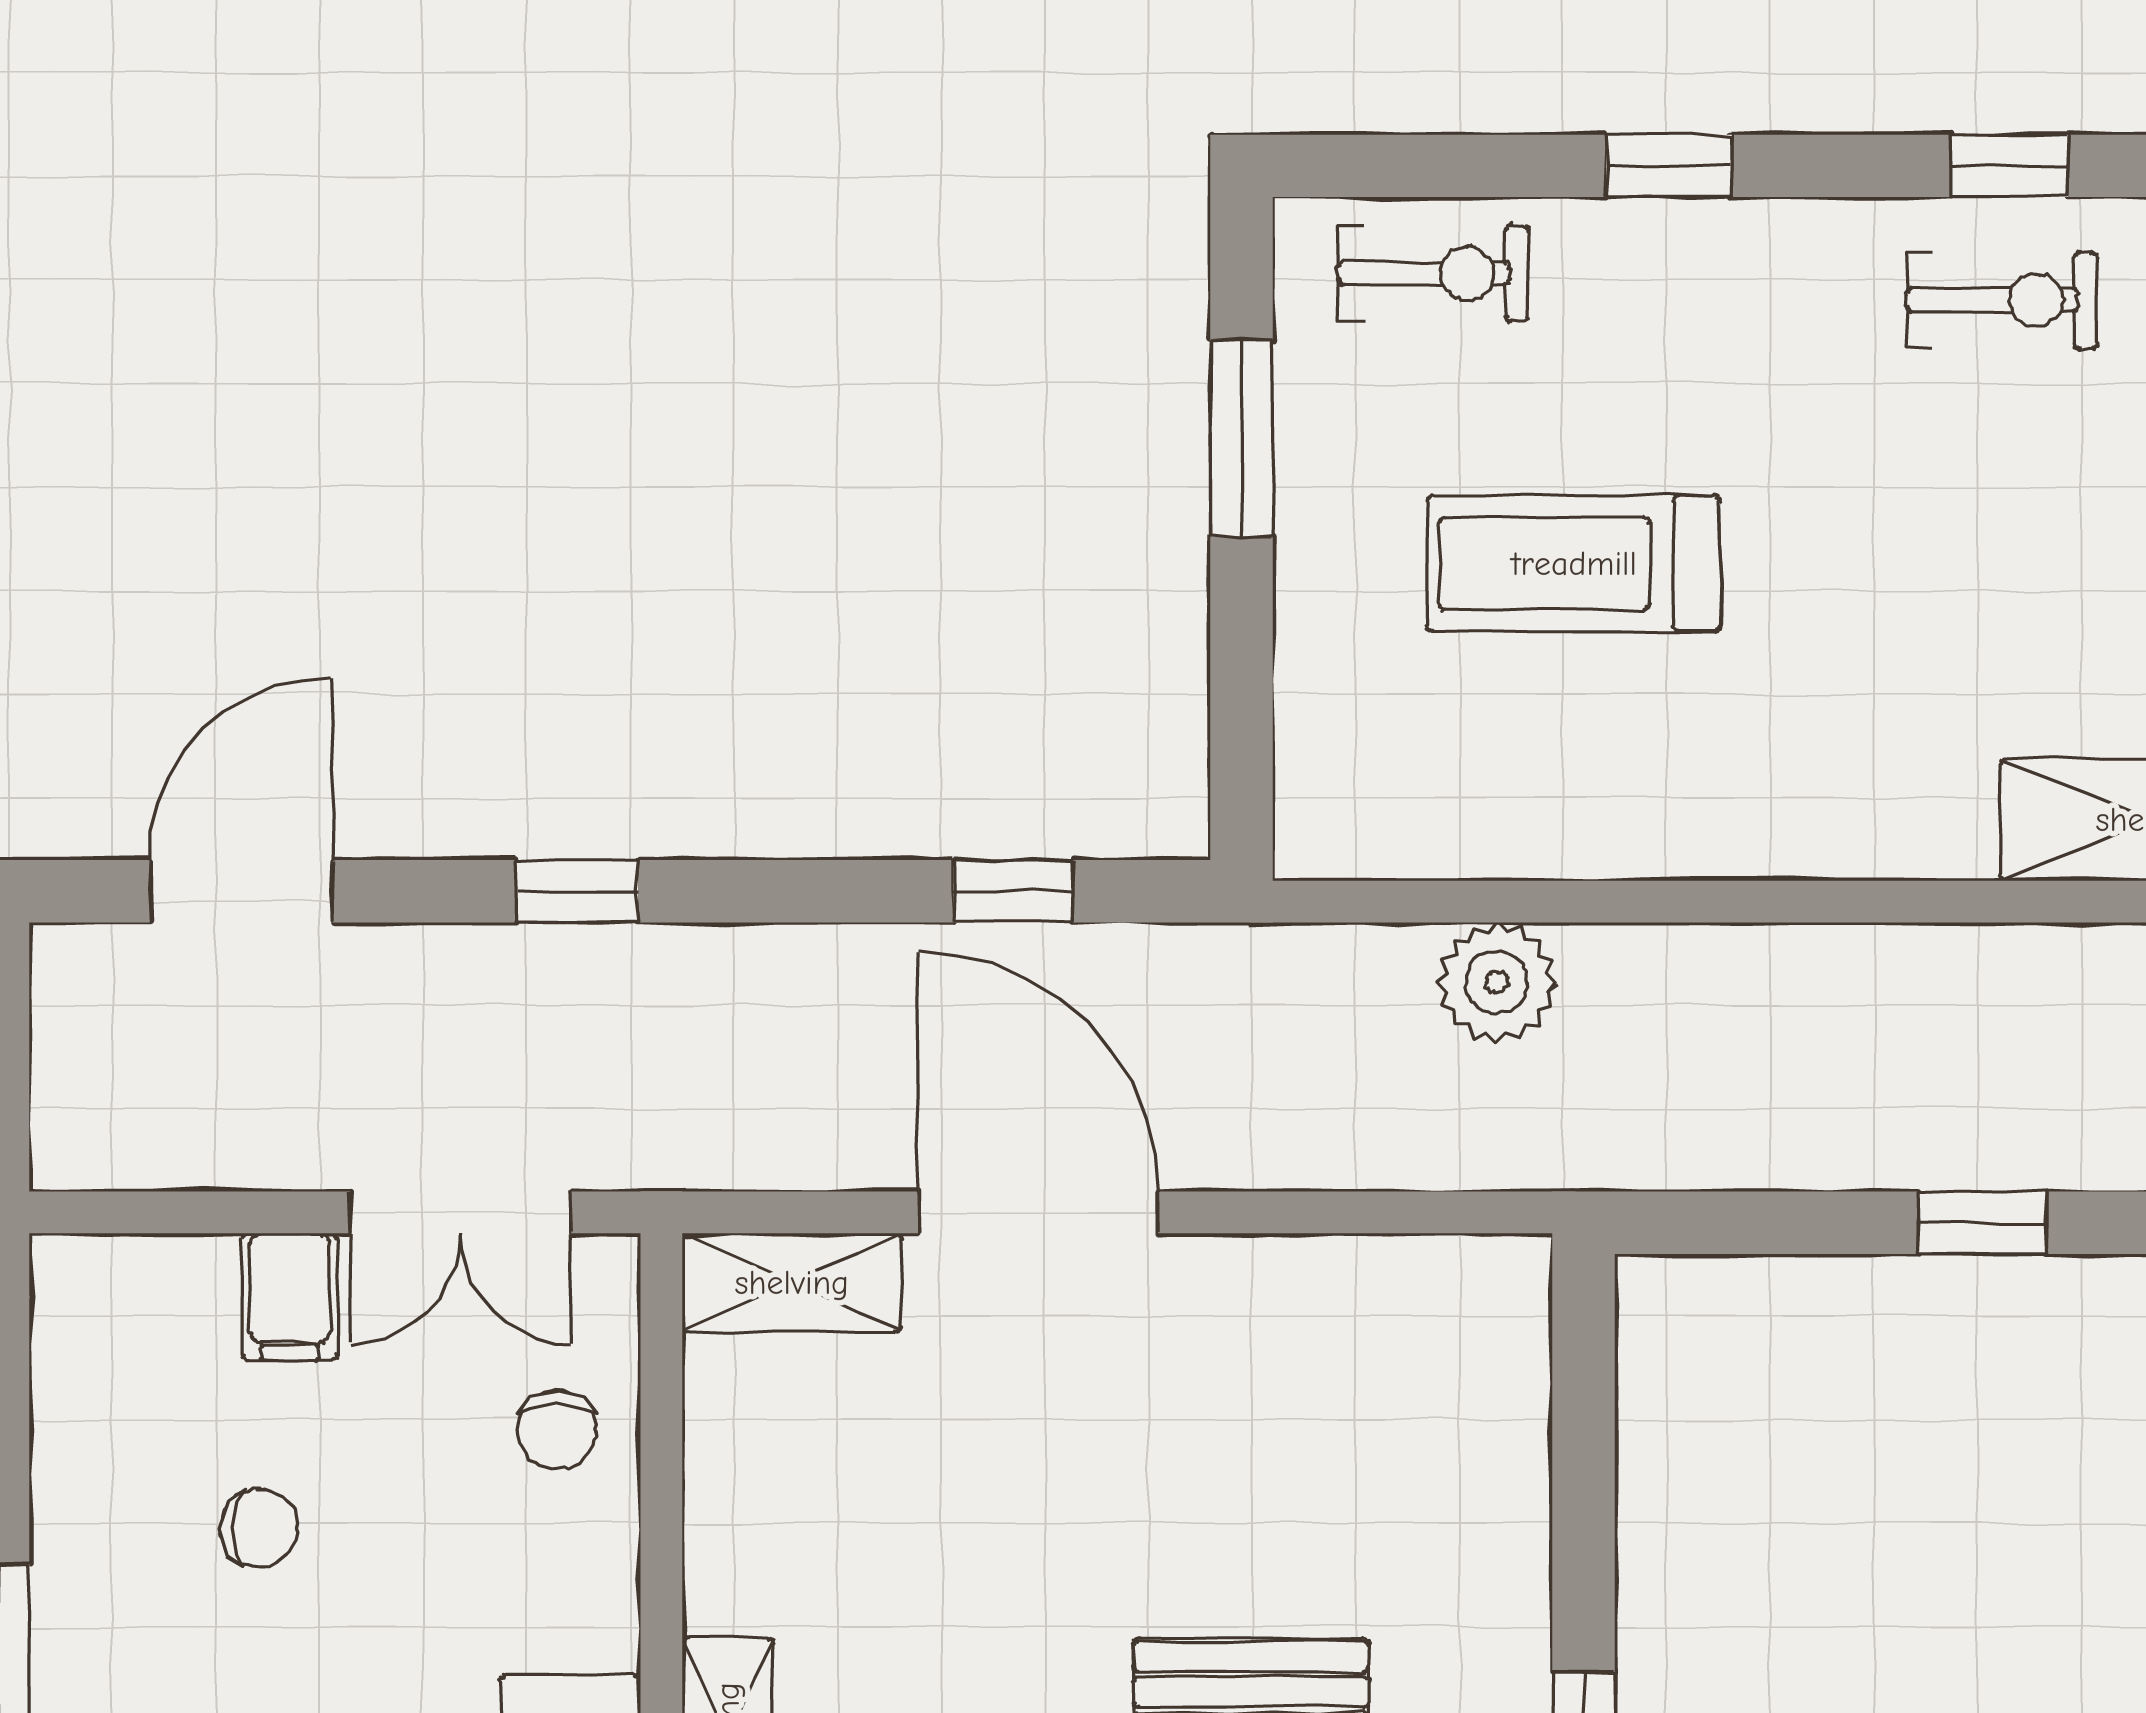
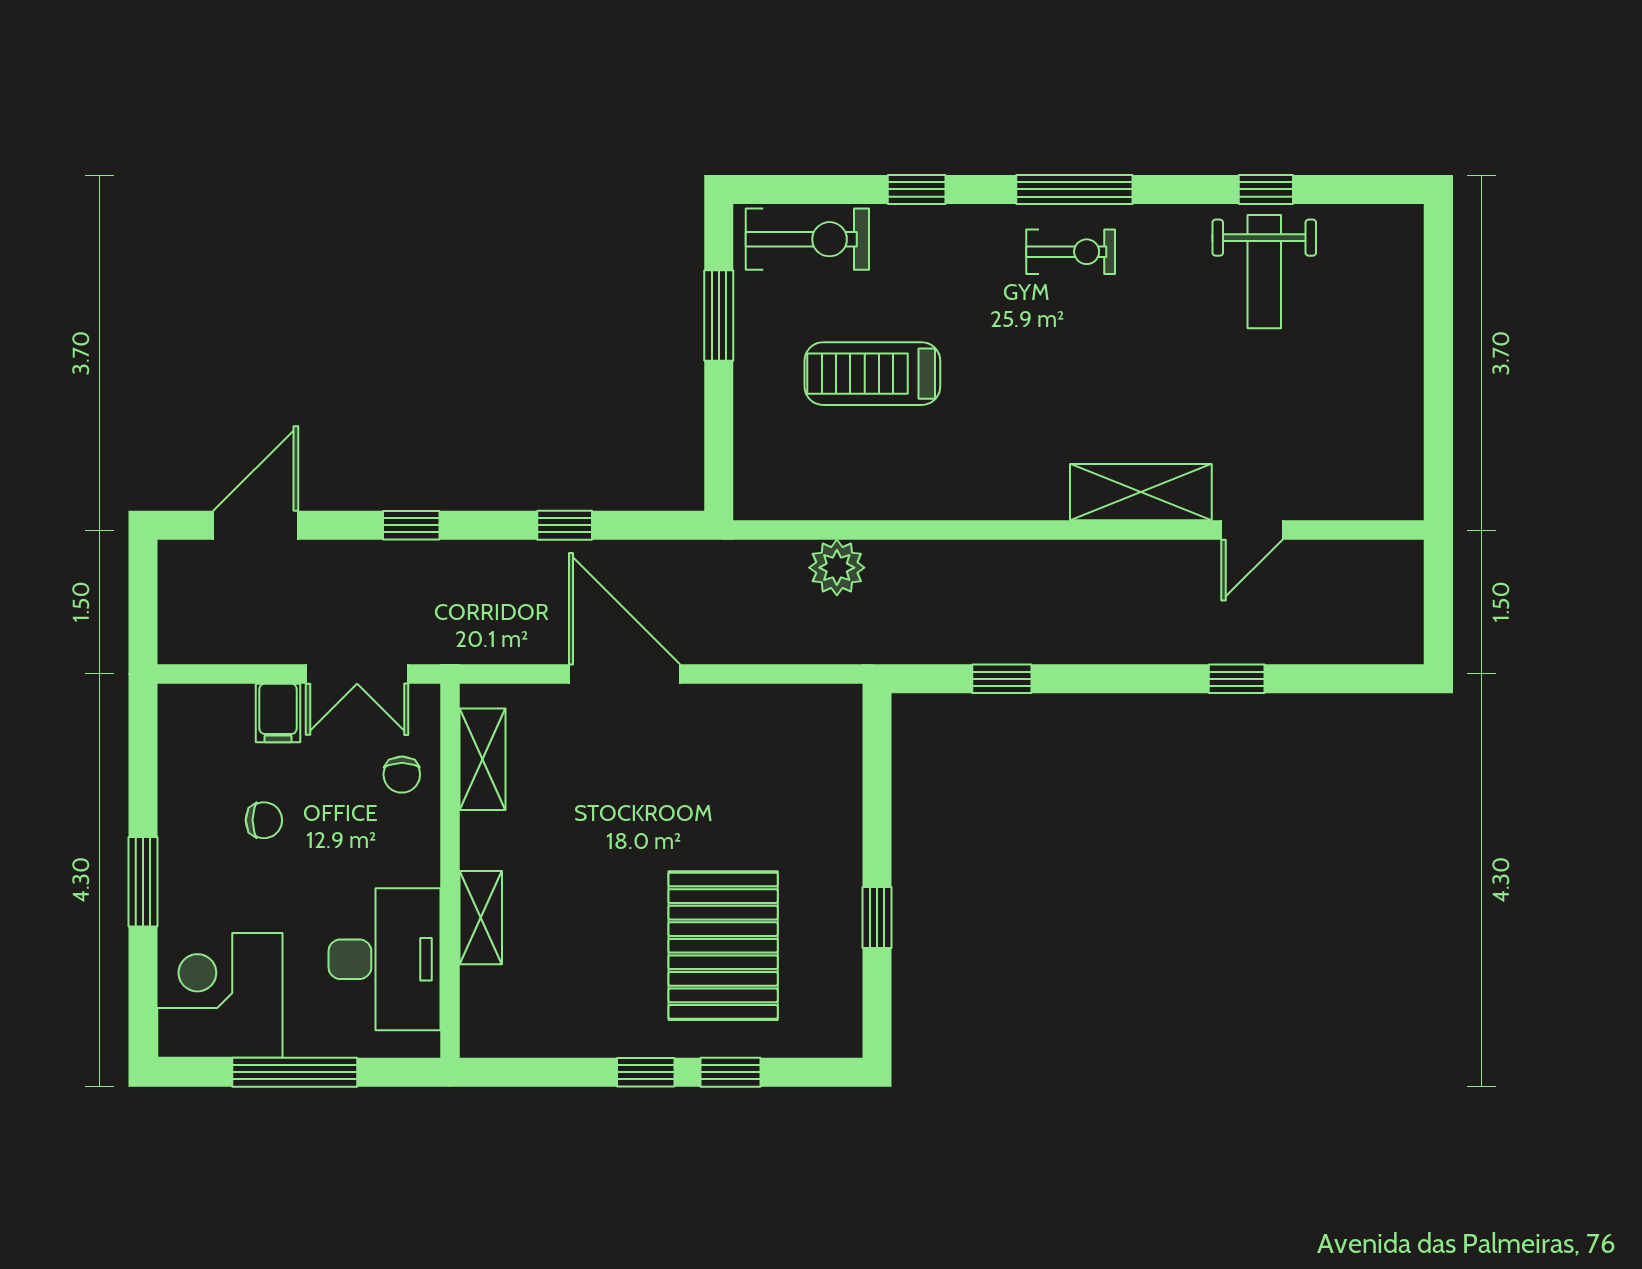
window: (2010, 166) -> (1074, 189), width x2.17
exercise bike: (1433, 273) -> (807, 239), width x1.38, depth x1.39
window: (1013, 891) -> (565, 525), moved
window: (1982, 1223) -> (1002, 679), moved
shelving: (792, 1283) -> (483, 759), moved, turned 90

